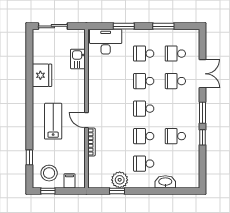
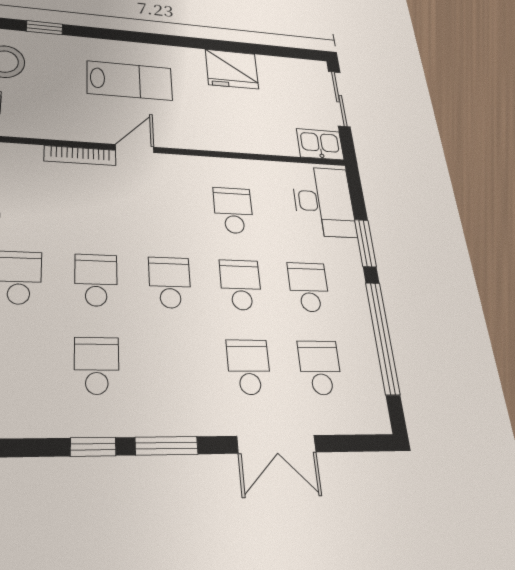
window: (163, 26) -> (382, 337), width x2.11
kitchen sink: (78, 59) -> (320, 144), moved
school desk: (112, 81) -> (233, 210), added

